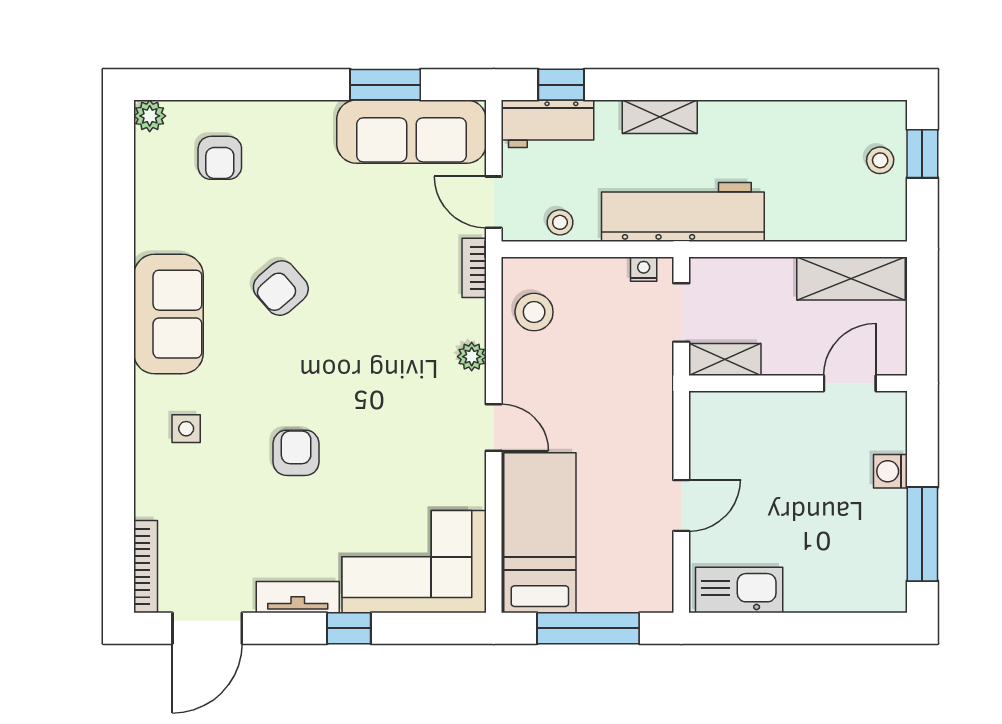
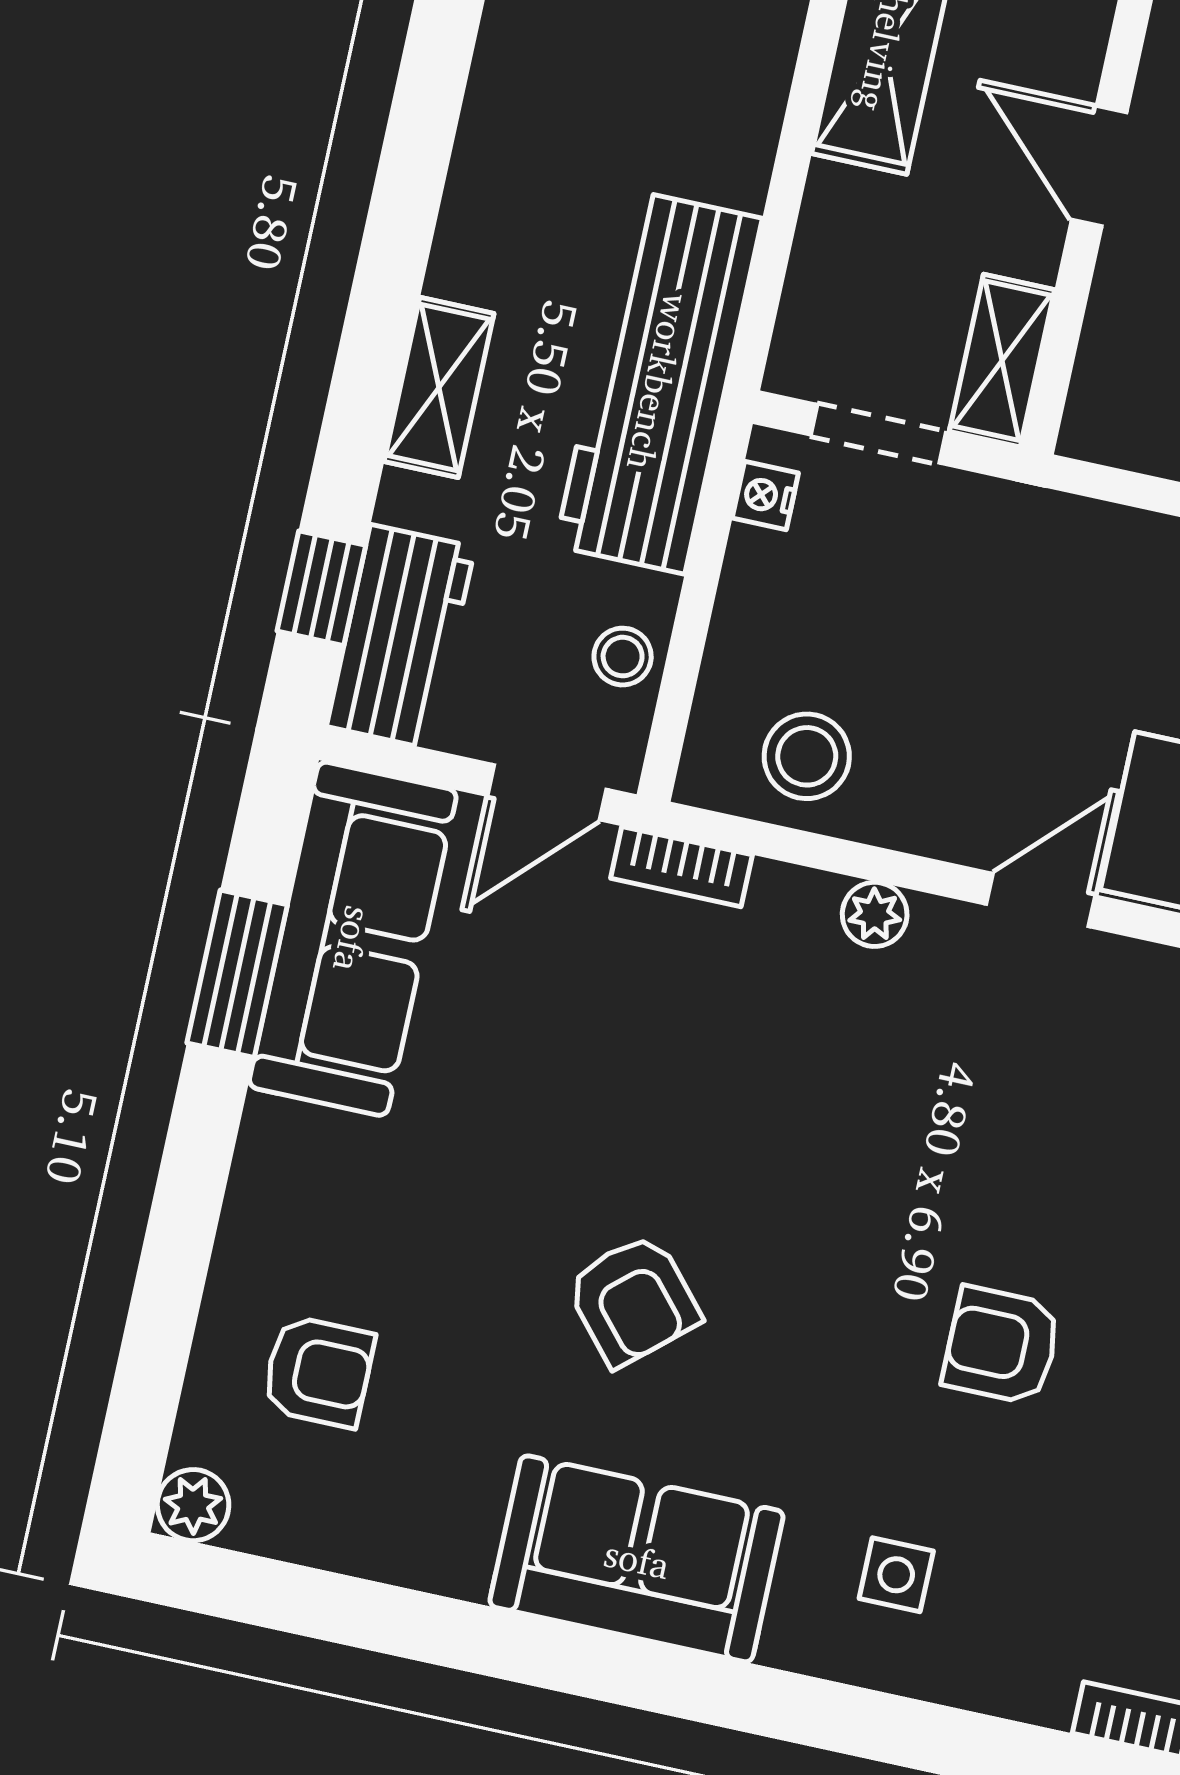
door: (850, 383) -> (1099, 166), moved

